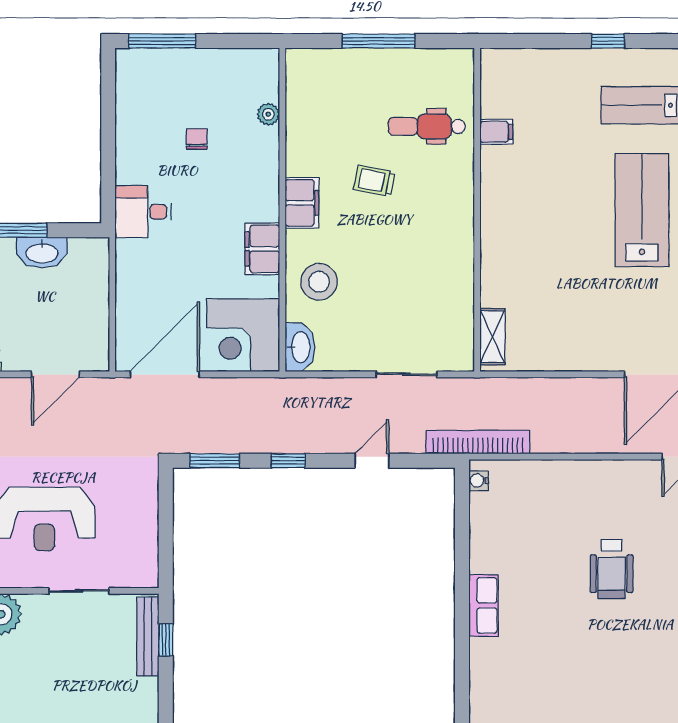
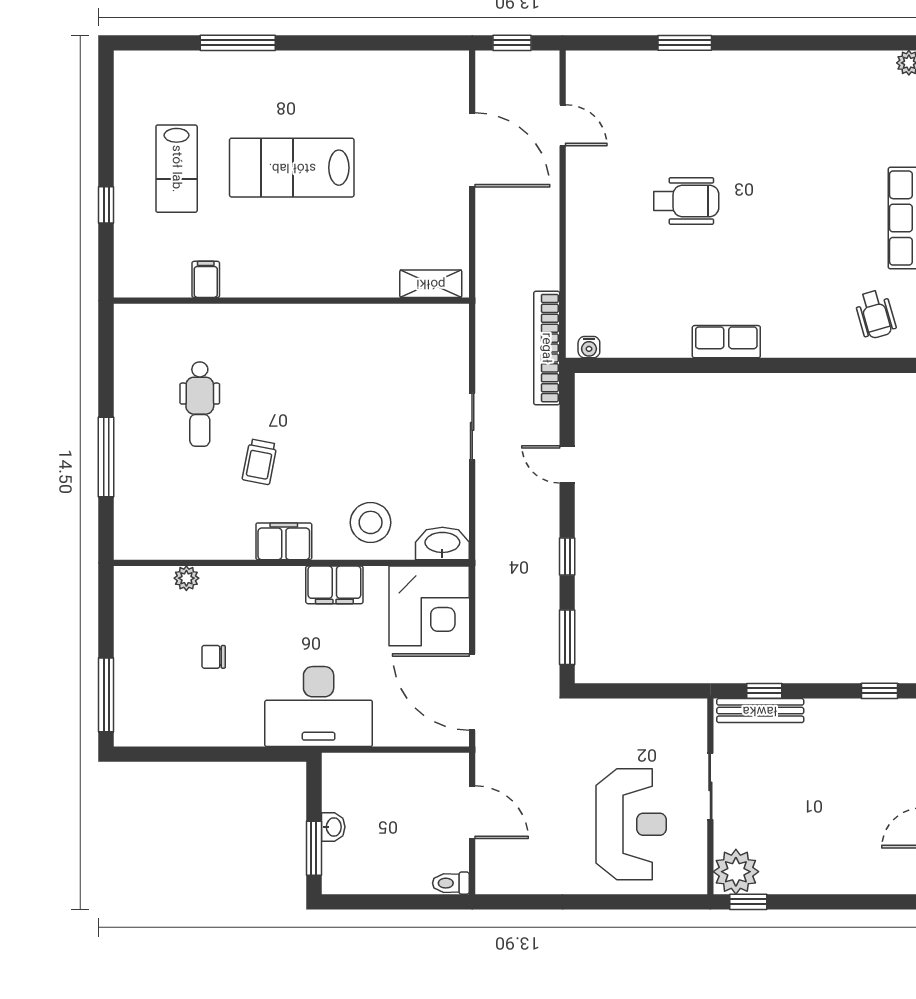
filing cabinet: (496, 132) -> (206, 279), moved
wall: (477, 210) -> (291, 301), moved
desk: (143, 212) -> (319, 707), width x1.87, depth x1.30
washbasin: (42, 252) -> (333, 827), width x0.52, depth x0.69
shelving: (492, 337) -> (431, 284), moved

